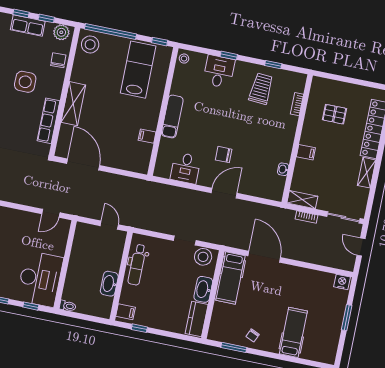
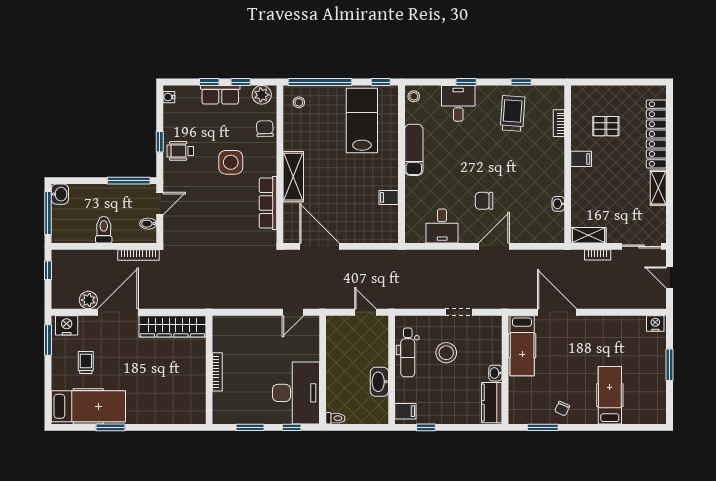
stool: (90, 44) -> (299, 102), width x0.53, depth x0.53
exam couch: (172, 116) -> (414, 150), moved
filing cabinet: (306, 152) -> (581, 159), moved
stool: (203, 257) -> (446, 353), moved
washbasin: (203, 289) -> (495, 373), width x0.52, depth x0.69

